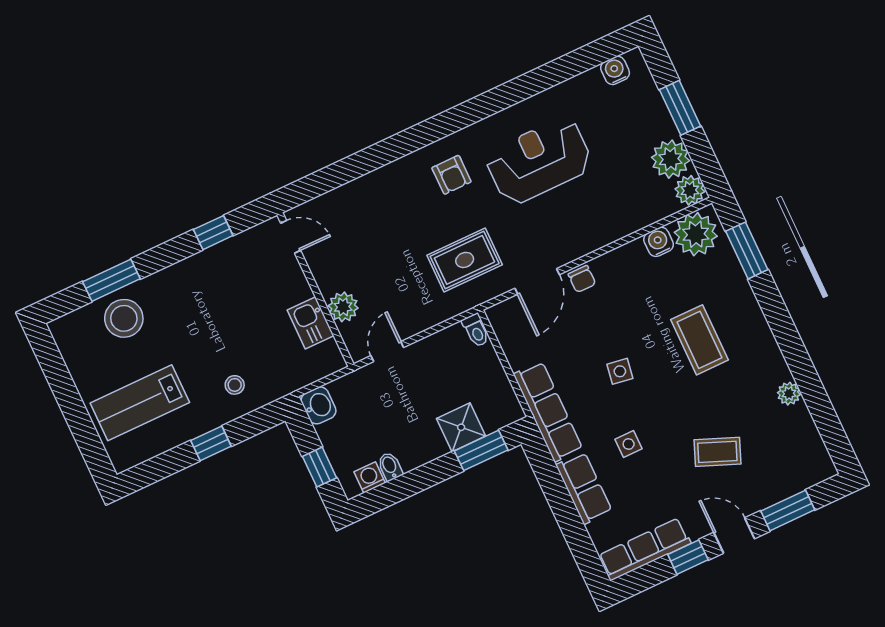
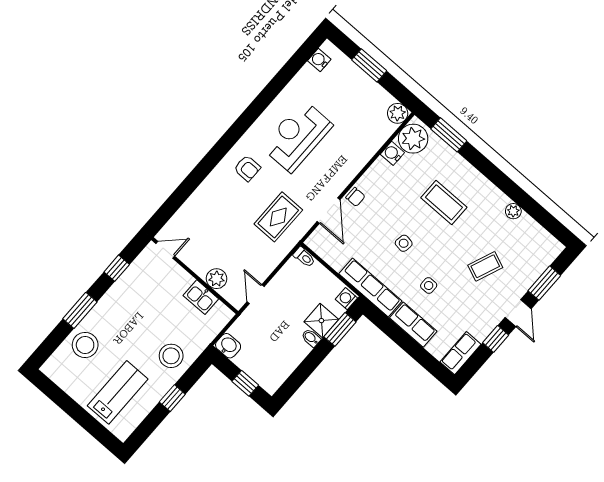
plant: (670, 159) -> (377, 99), removed
window: (111, 280) -> (80, 310), moved
stool: (235, 385) -> (171, 356), width x1.89, depth x1.89
lab bench: (140, 403) -> (118, 392), turned 180
bidet: (390, 466) -> (311, 338), moved
washing machine: (370, 477) -> (346, 299), moved
door: (734, 536) -> (518, 313), swing flipped
row of seats: (645, 549) -> (461, 353), width x0.68

